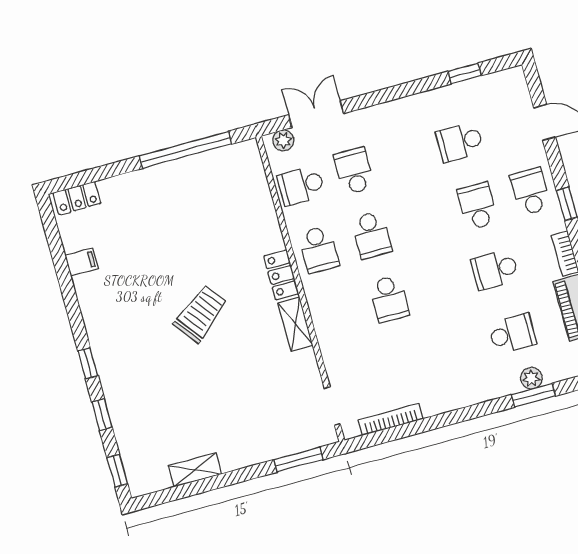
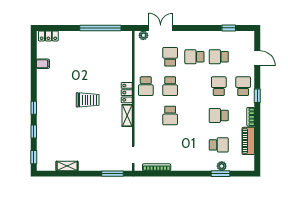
school desk: (301, 186) -> (194, 57), moved
trolley: (200, 314) -> (88, 100), turned 38

